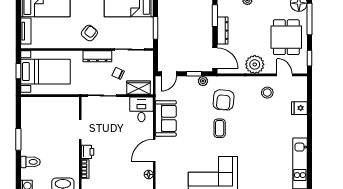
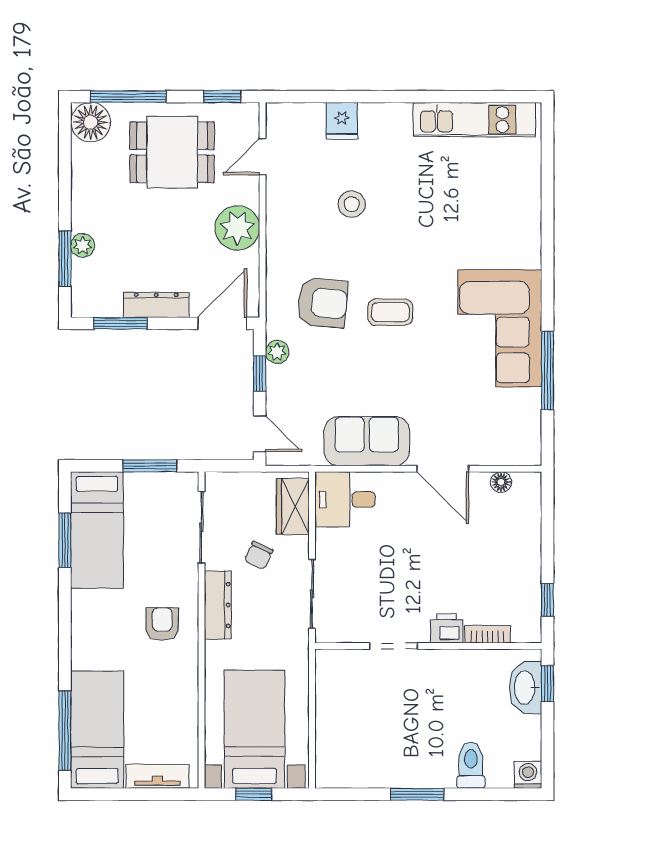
armchair: (89, 33) -> (162, 624), turned 51
stool: (267, 93) -> (352, 204), moved

